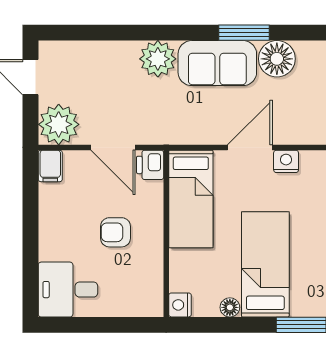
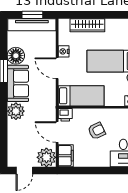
door: (113, 147) -> (57, 132), swing flipped
filing cabinet: (50, 166) -> (66, 156), width x2.00
armchair: (116, 232) -> (97, 131), turned -116

